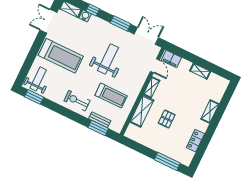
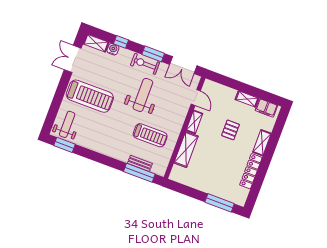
double door: (146, 36) -> (183, 65), swing flipped
filing cabinet: (171, 59) -> (266, 108), moved
exercise bike: (77, 101) -> (145, 64), moved
pallet: (167, 119) -> (230, 130), moved
window: (98, 128) -> (139, 173), width x1.44
locker: (195, 141) -> (251, 171), width x1.53

